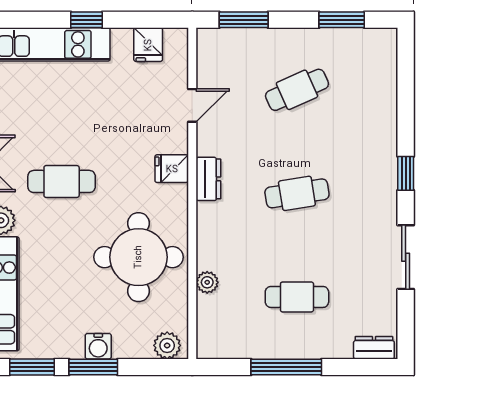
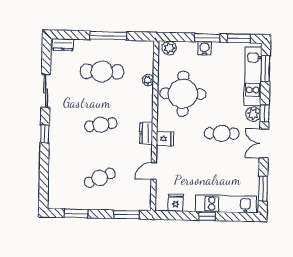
cafe table: (297, 297) -> (102, 72), width x1.37, depth x1.35

